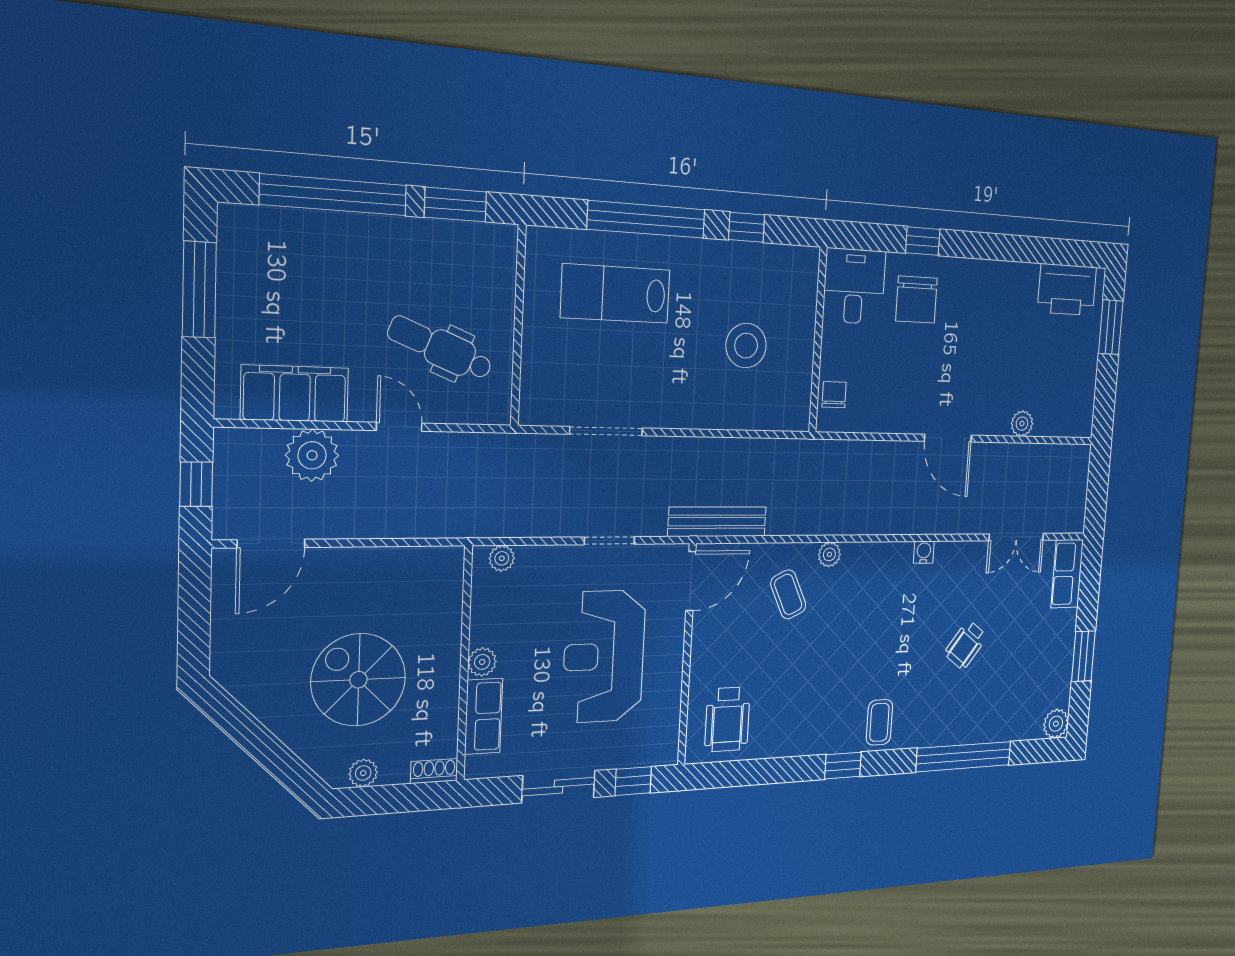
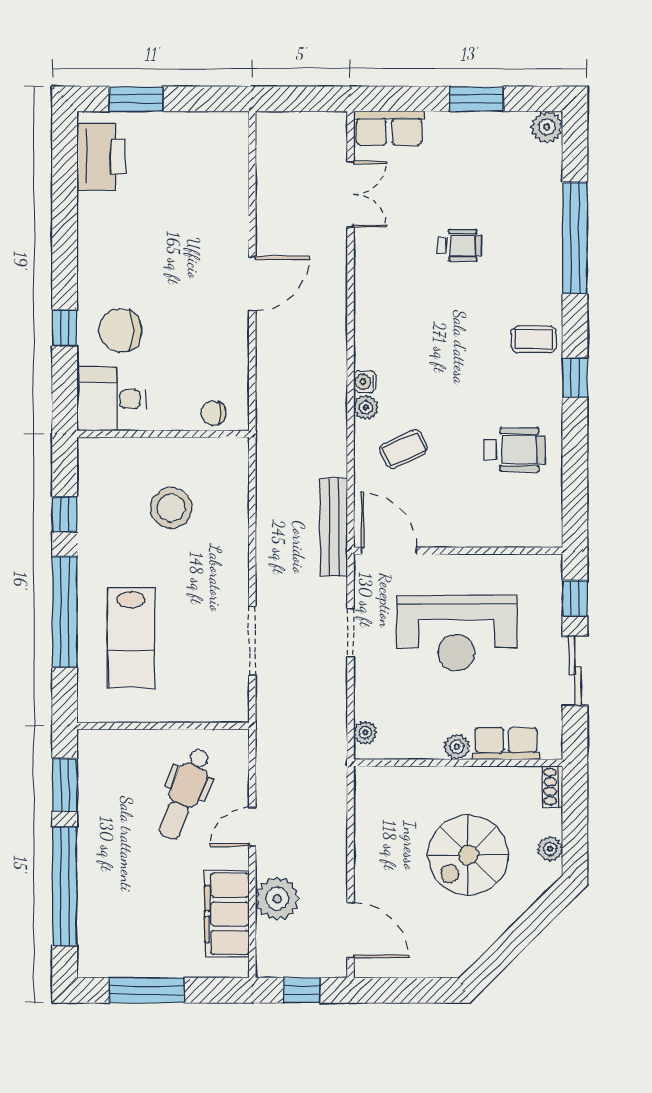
chair: (916, 300) -> (120, 330), turned 180
plant: (1022, 424) -> (236, 198), removed
water cooler: (924, 552) -> (365, 382), moved
wheelchair: (966, 645) -> (459, 245), turned -37
wheelchair: (727, 719) -> (515, 450), moved

